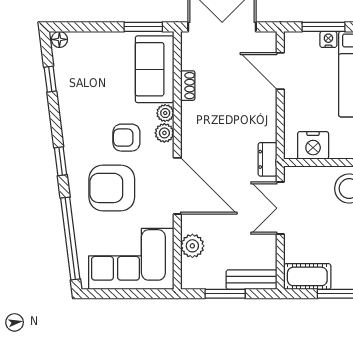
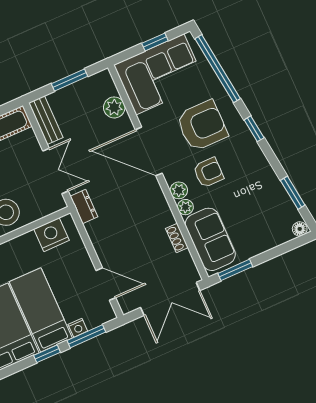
window: (50, 79) -> (293, 193), width x1.50
bench: (252, 280) -> (46, 120), moved, turned 90
window: (122, 294) -> (155, 42), added

